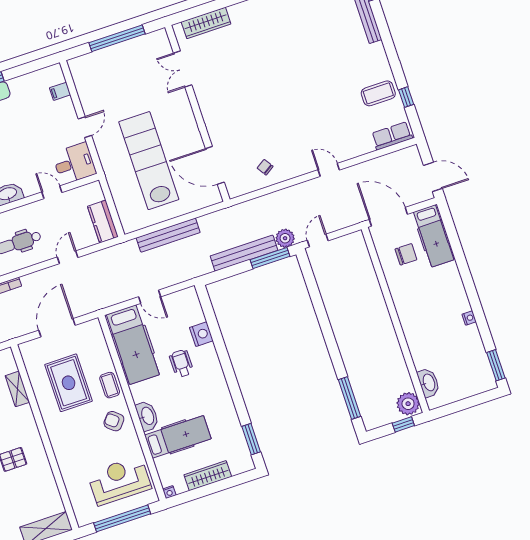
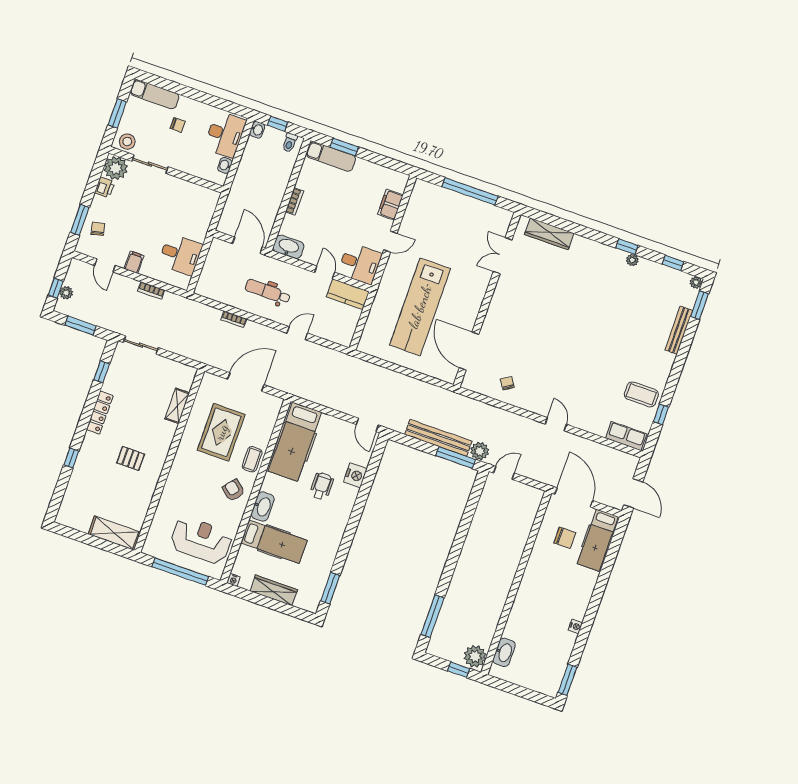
filing cabinet: (60, 91) -> (390, 205), width x2.00
lab bench: (149, 161) -> (420, 307), turned 180
kitchen counter: (103, 222) -> (348, 294), moved, turned -90
bench: (168, 235) -> (390, 377), removed
door: (150, 297) -> (367, 425), moved

